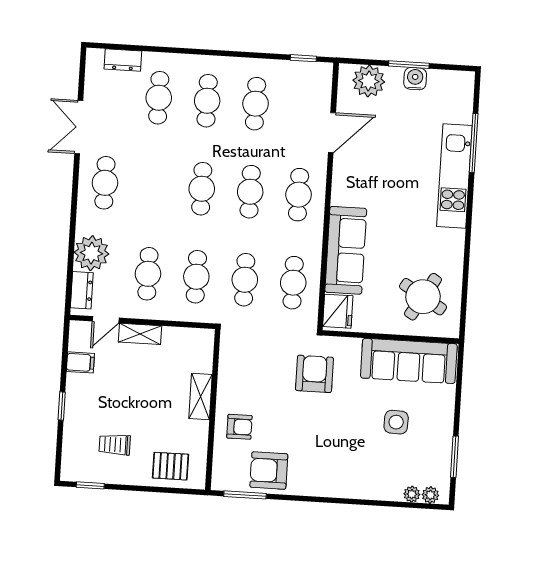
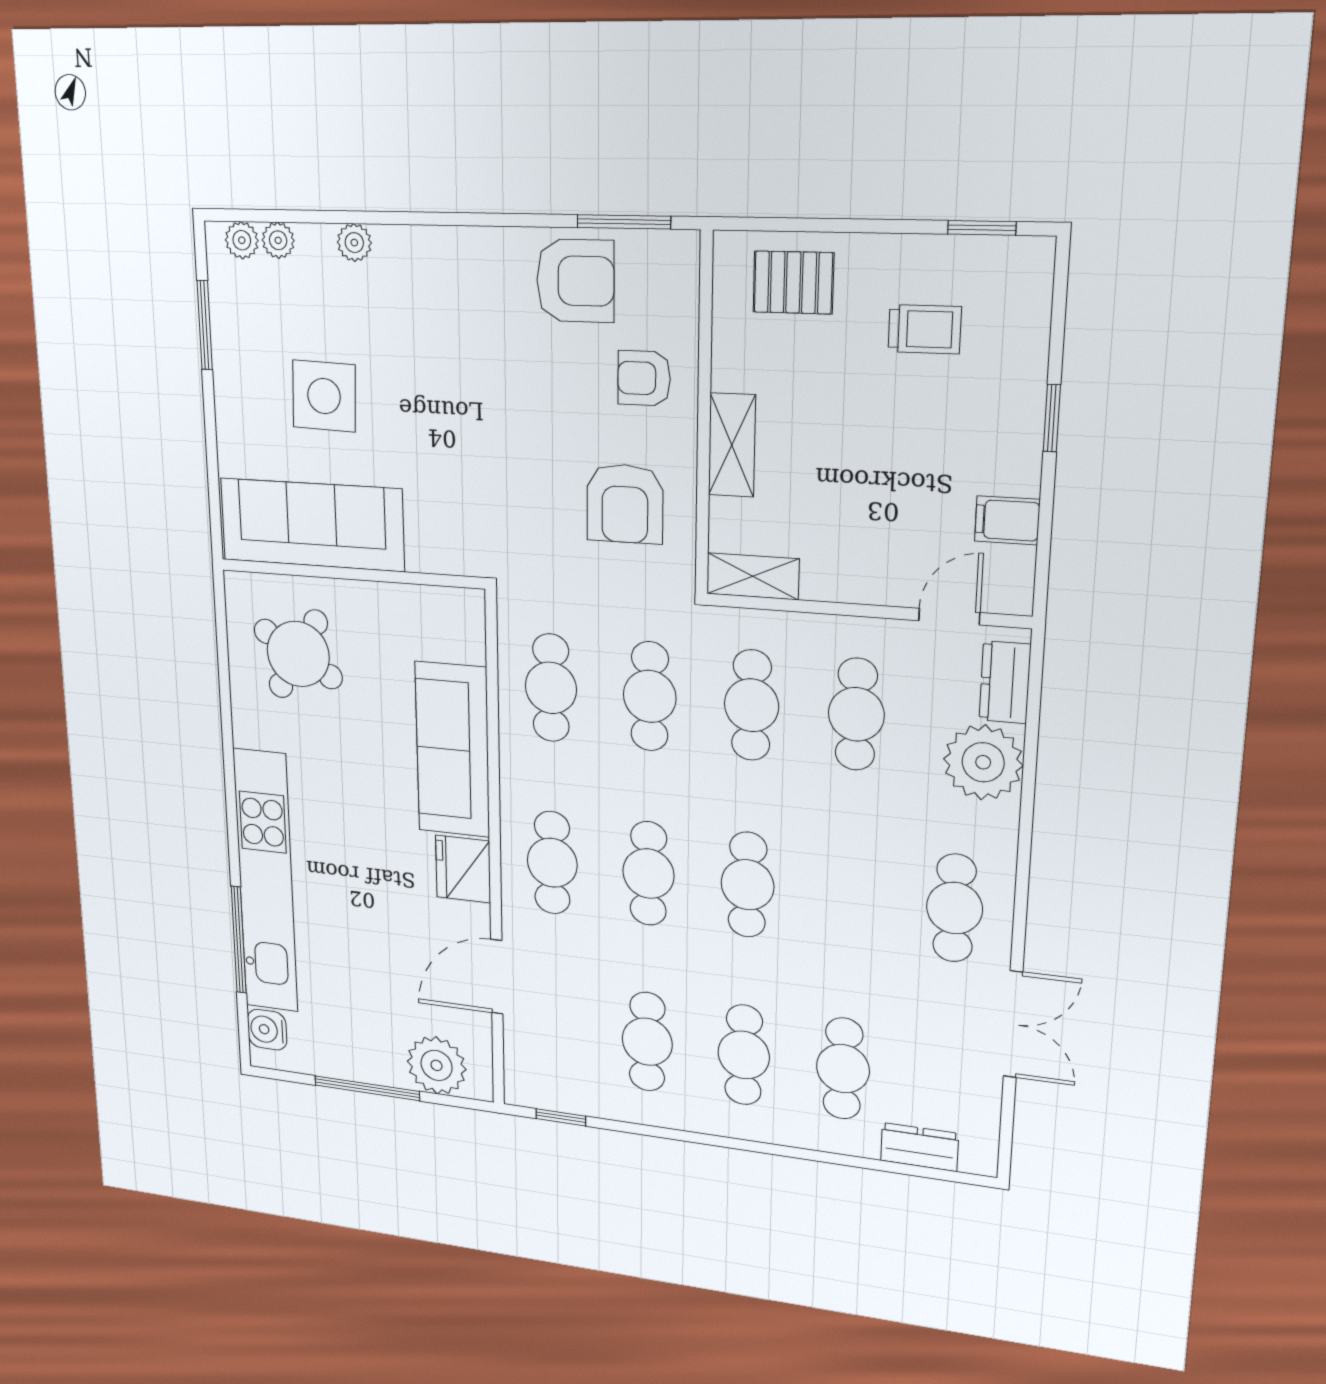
window: (409, 65) -> (367, 1088), width x1.44
water cooler: (415, 79) -> (267, 1030), moved, turned 90
kitchen unit: (454, 176) -> (266, 882), width x1.36
fridge: (338, 311) -> (463, 869), moved
shelving: (140, 334) -> (753, 576), moved
armchair: (314, 374) -> (625, 504), moved
side table: (396, 422) -> (324, 396), width x1.37, depth x1.37
plant: (374, 492) -> (354, 243), added

